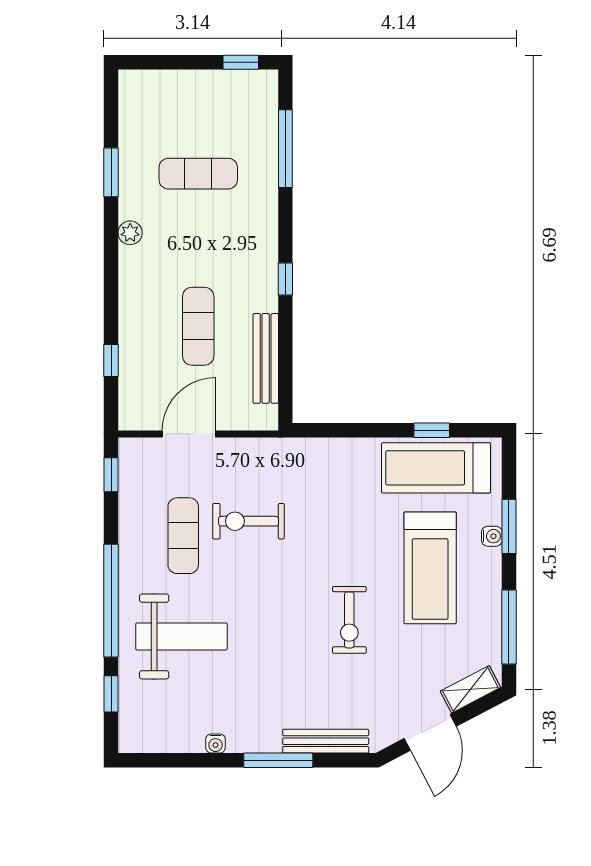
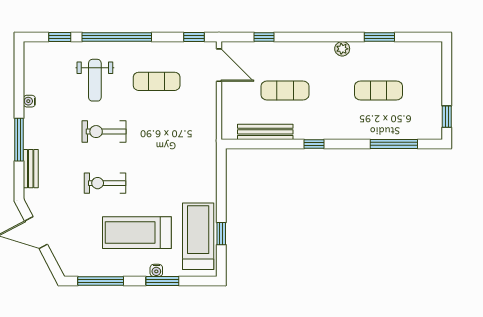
exercise mat: (198, 174) -> (378, 90), turned 90
door: (189, 434) -> (219, 65), moved
exercise bike: (249, 521) -> (104, 132), moved, turned -90
weight bench: (181, 636) -> (95, 80), width x0.73, depth x0.75
shelving: (470, 689) -> (62, 257), removed
bench: (326, 741) -> (31, 169), width x0.73

